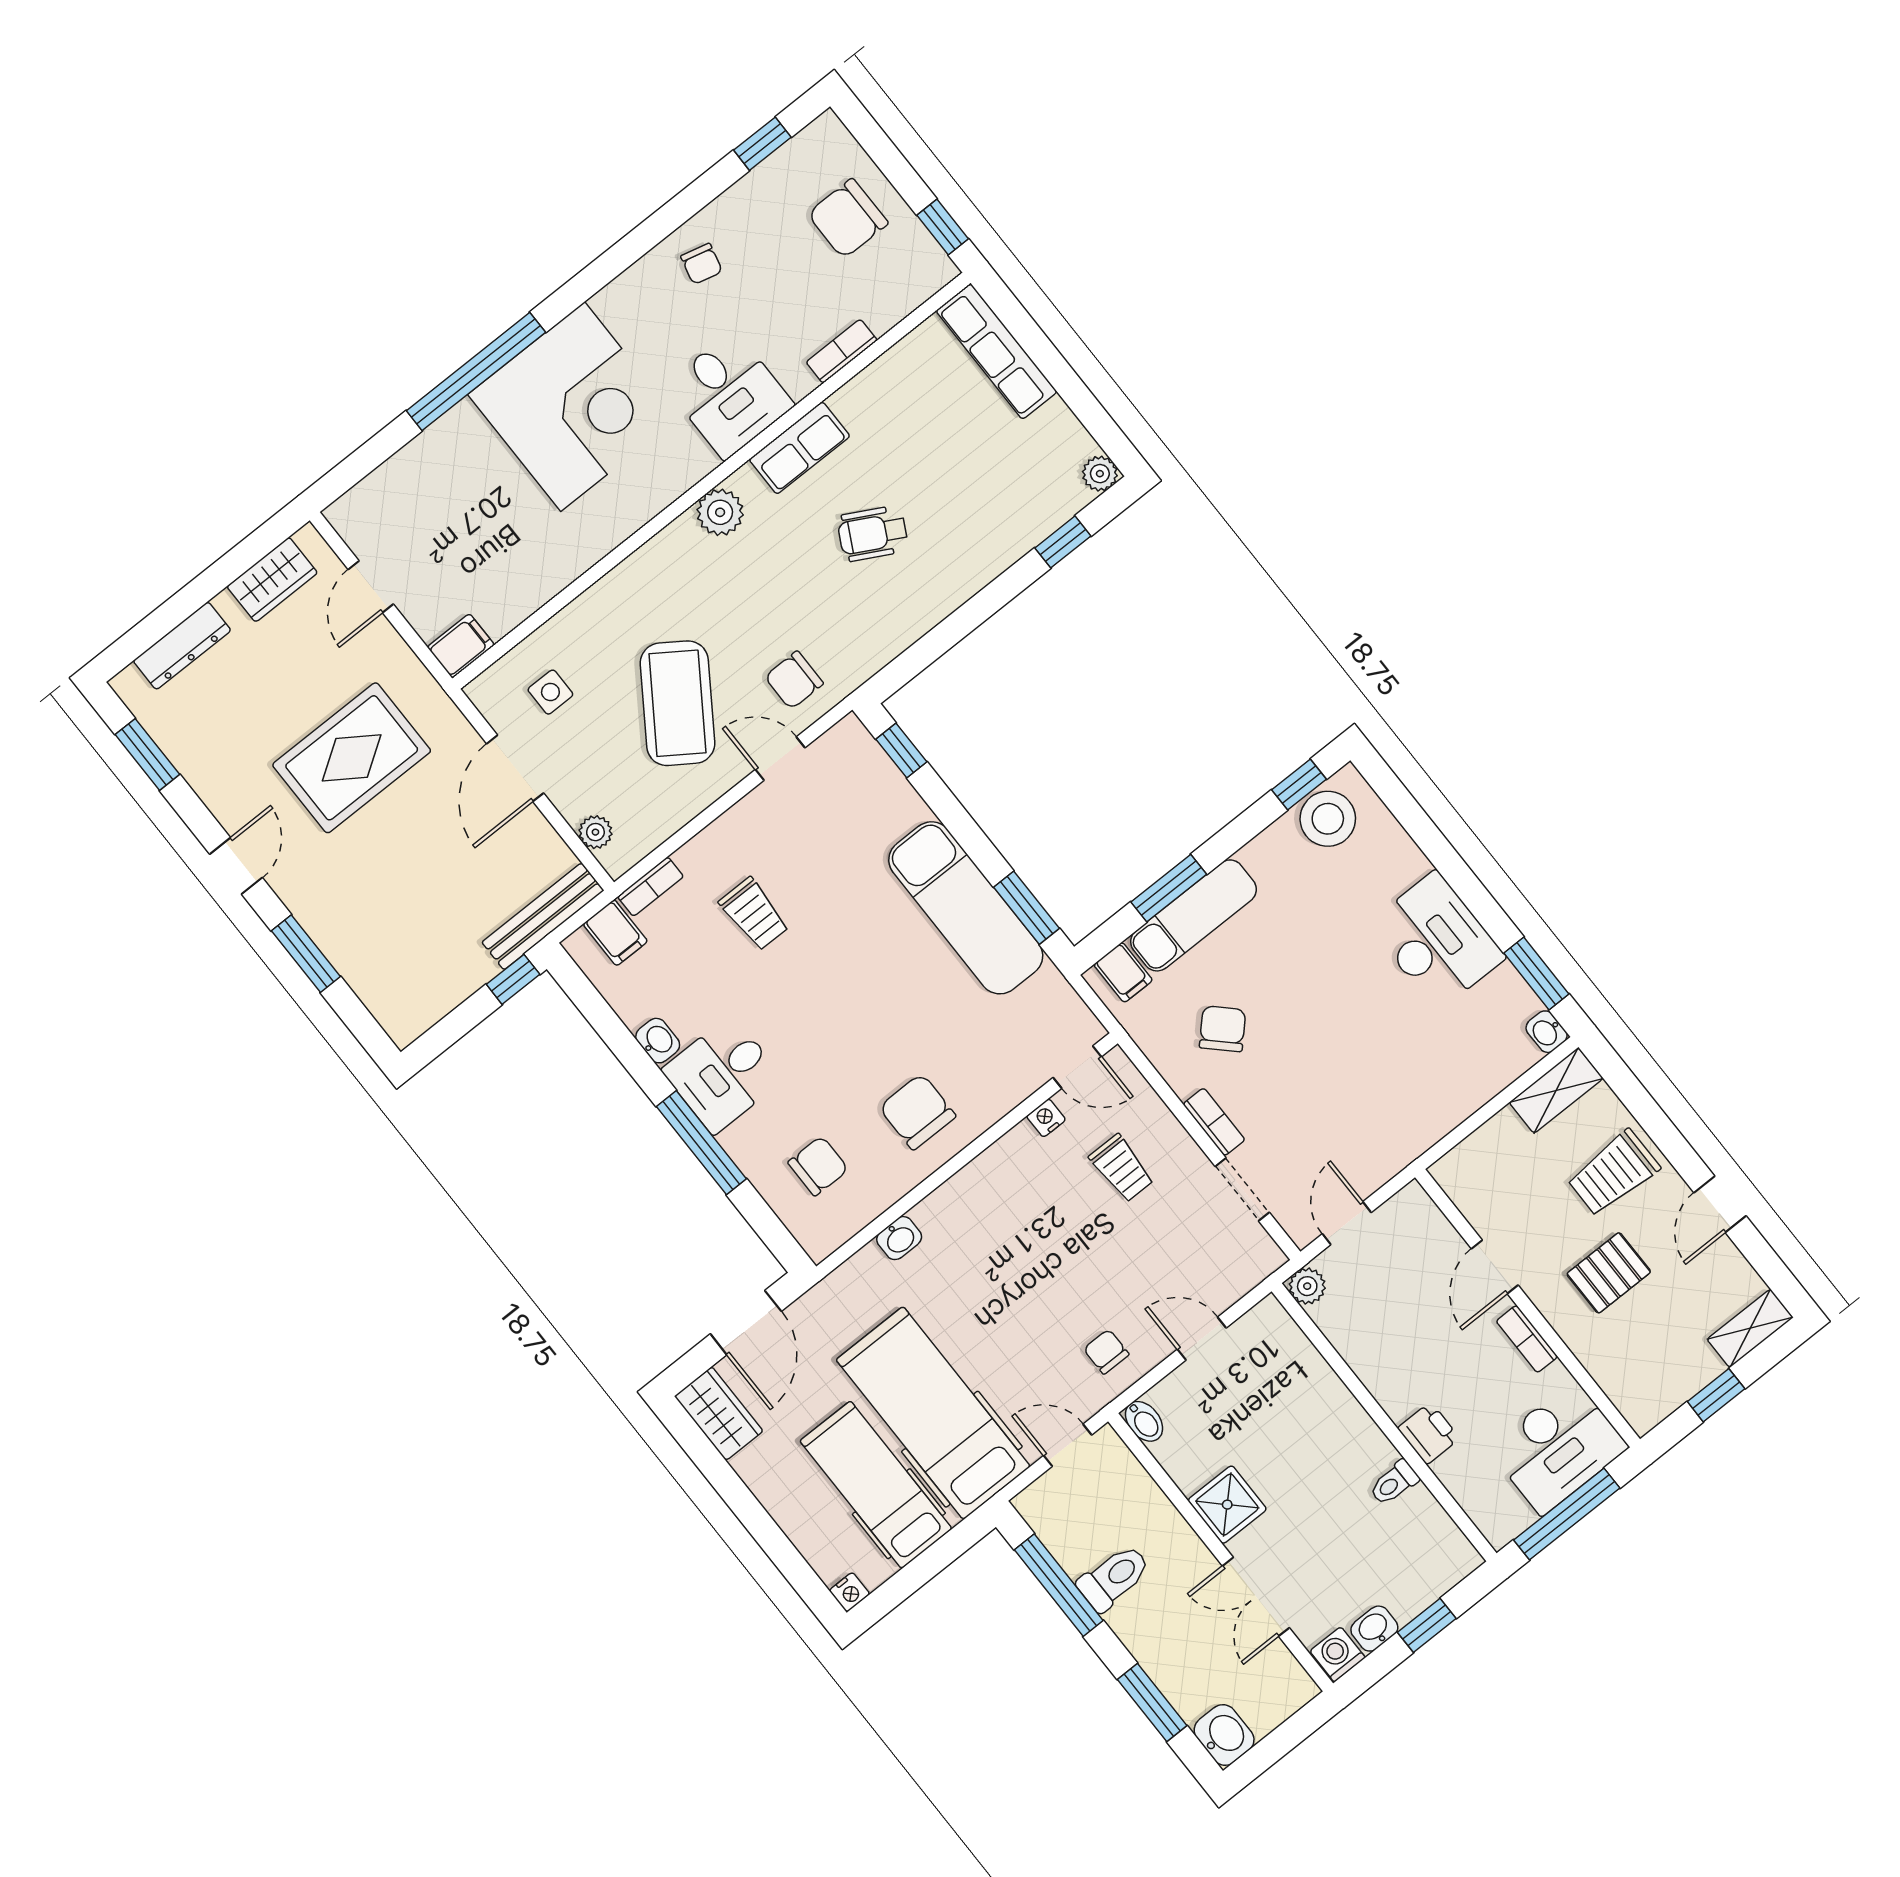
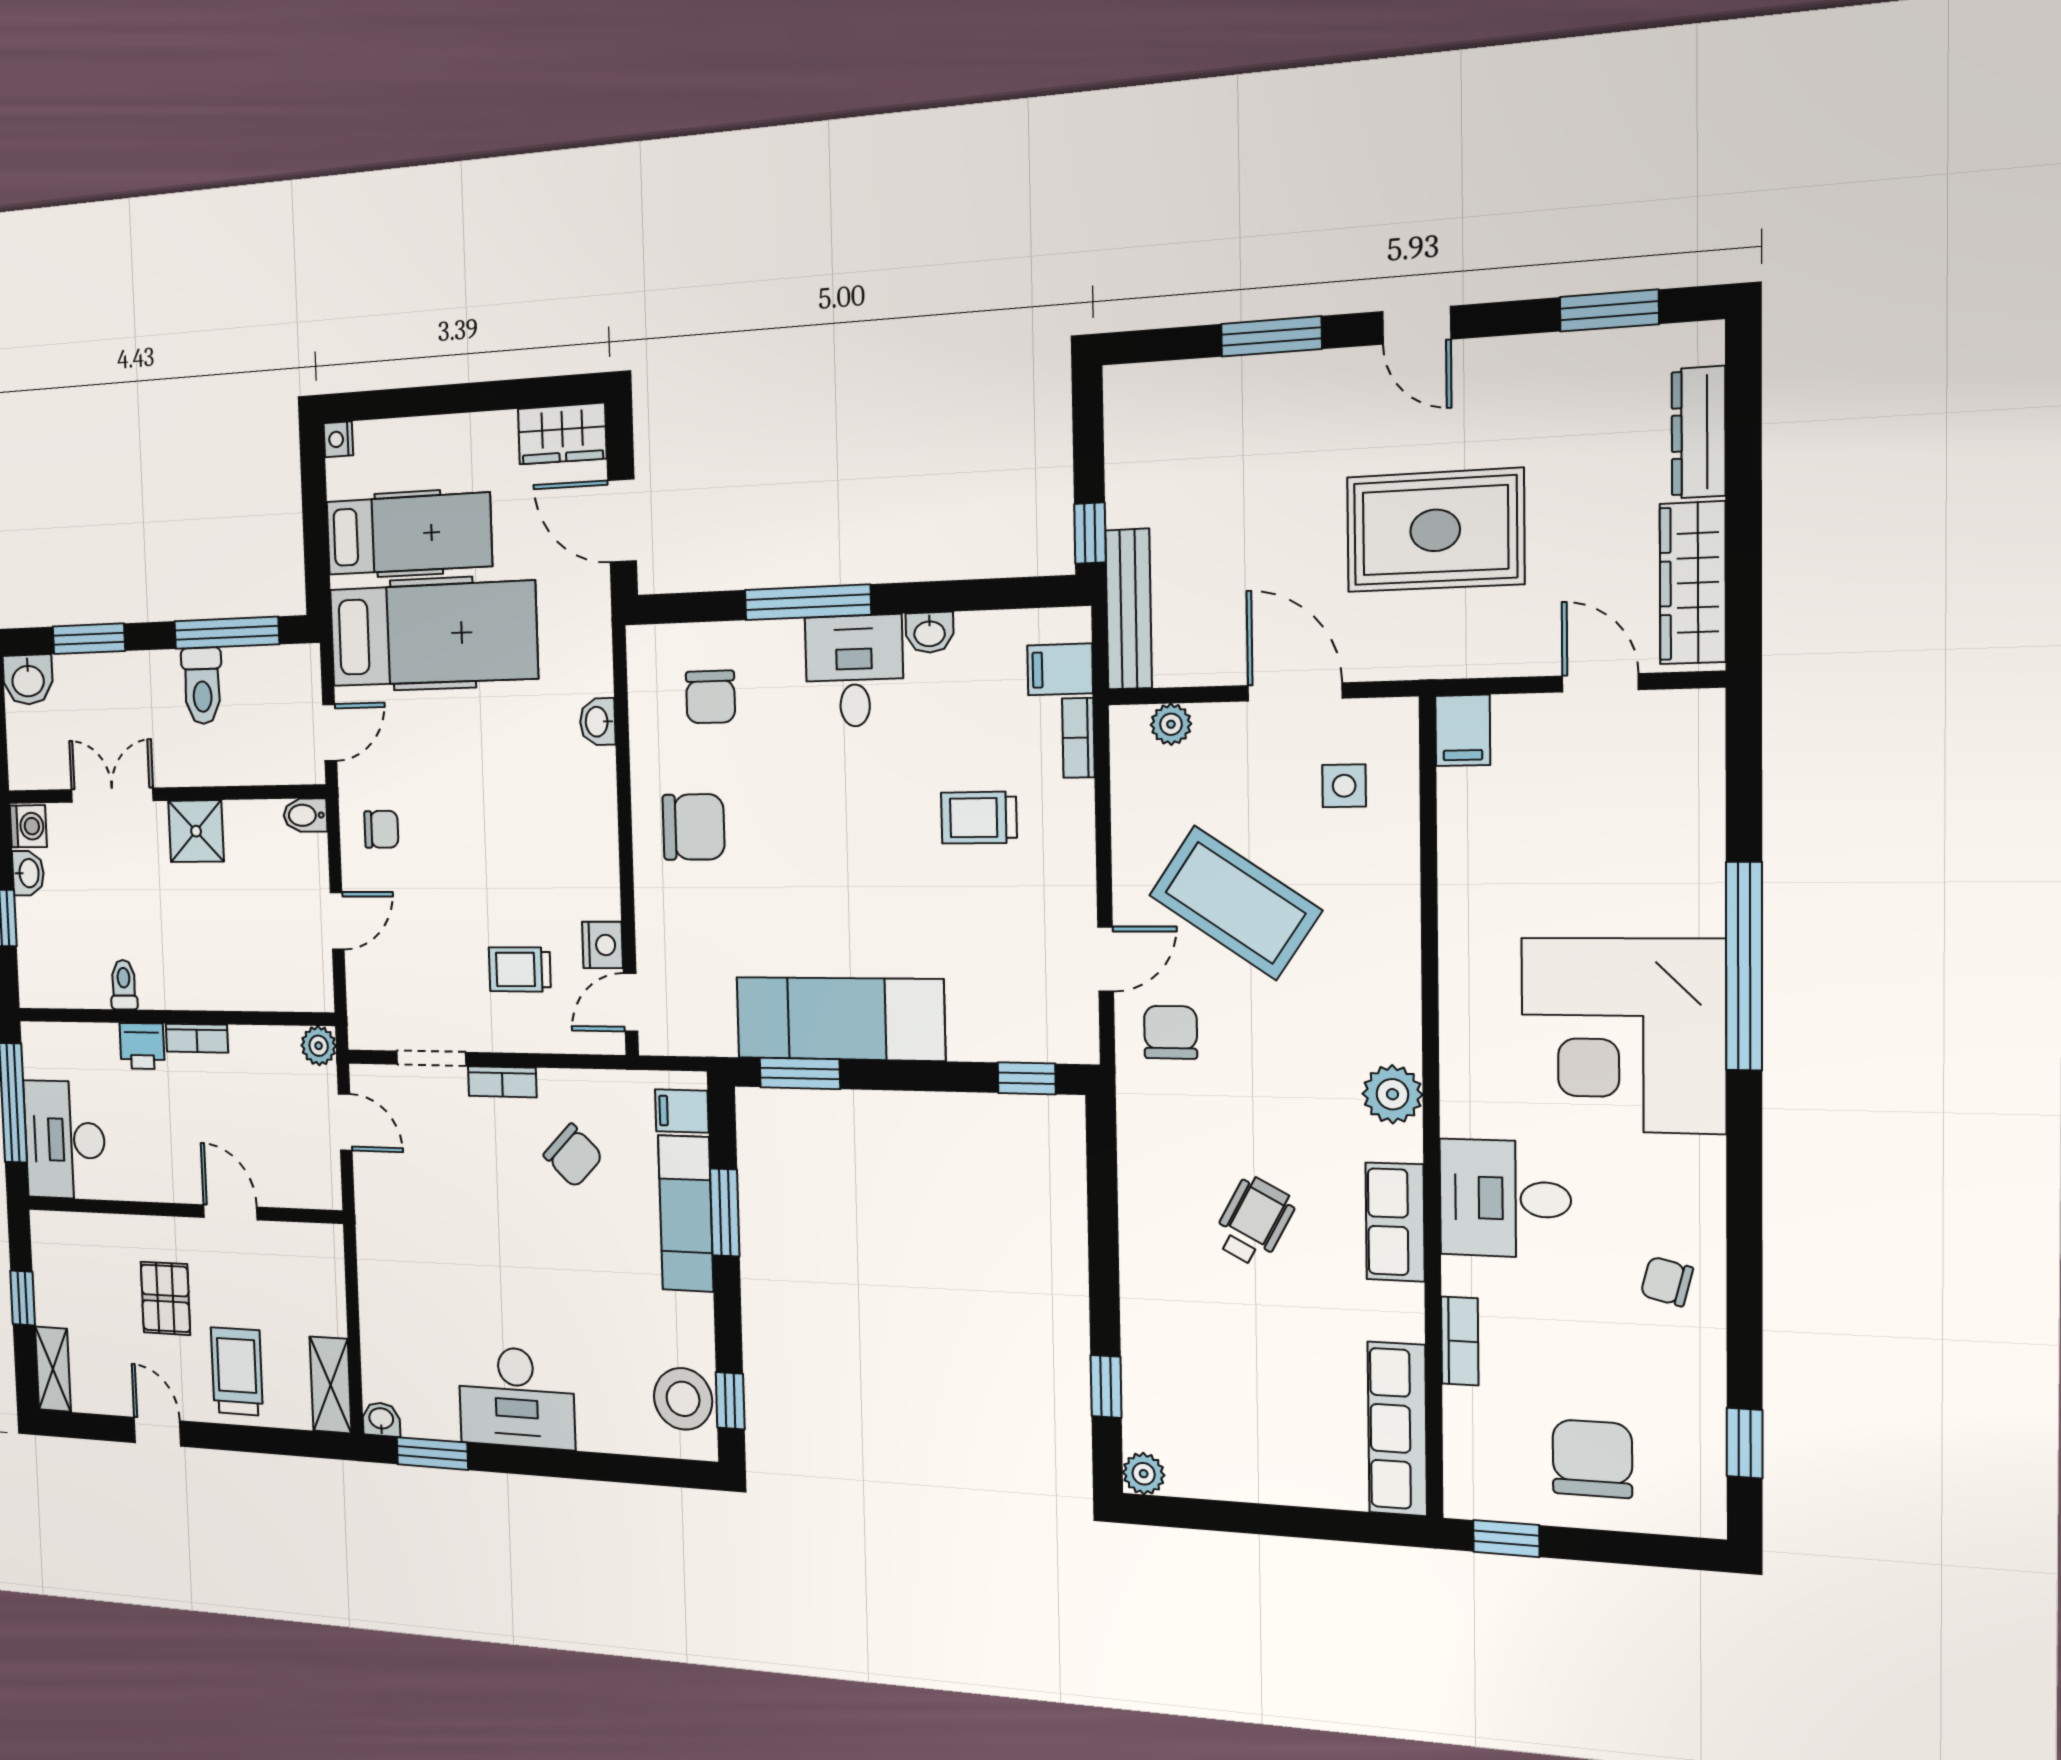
row of seats: (996, 351) -> (1397, 1429), moved, turned -90
wardrobe: (272, 580) -> (1693, 583), width x1.50
rug: (352, 758) -> (1435, 530), turned 90
nightstand: (1046, 1118) -> (602, 945), width x1.39, depth x1.35
bookcase: (1527, 1339) -> (197, 1038), moved, turned 180

